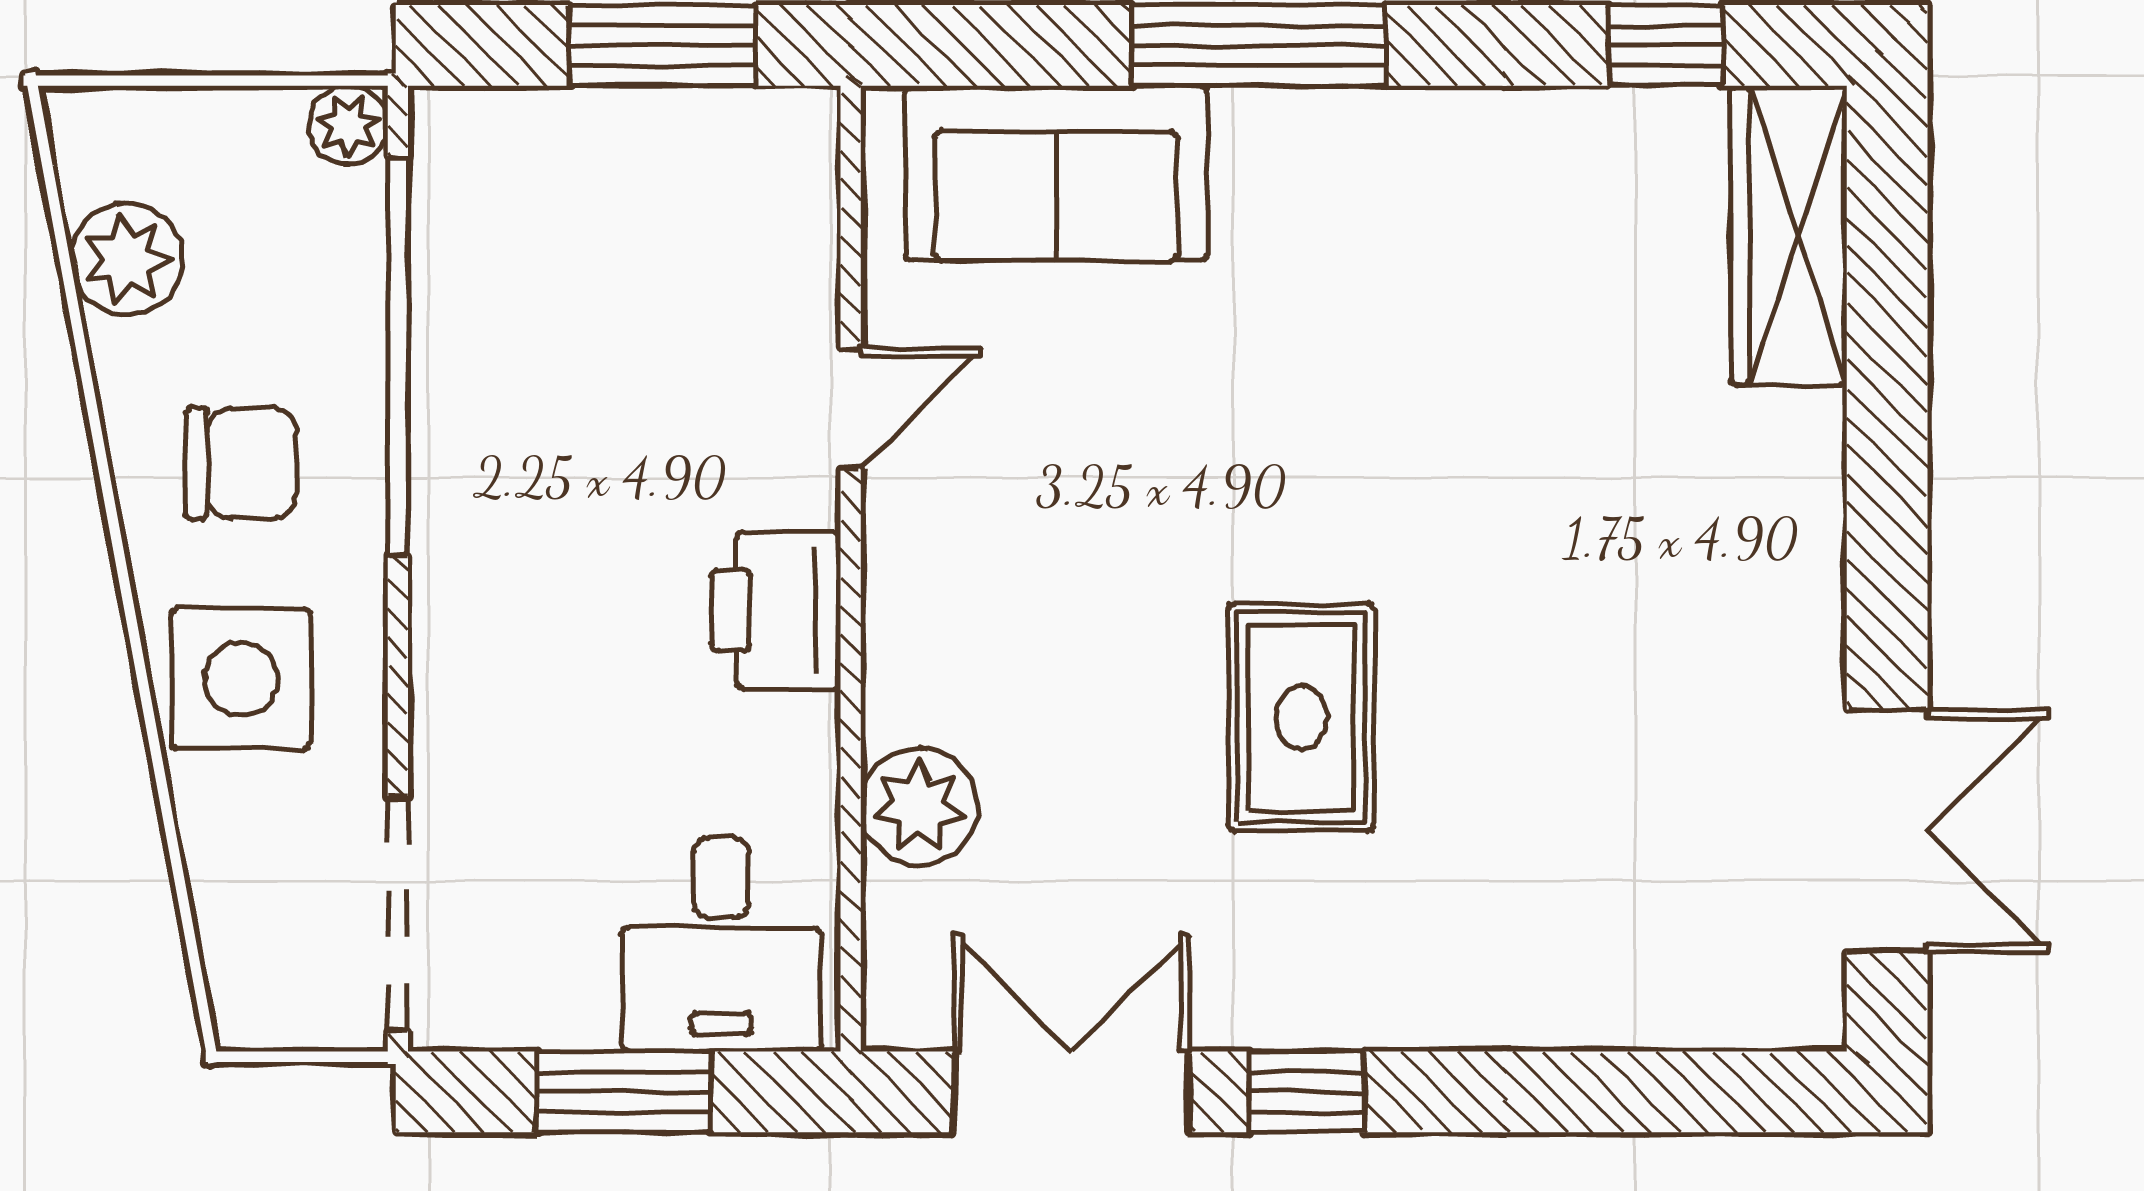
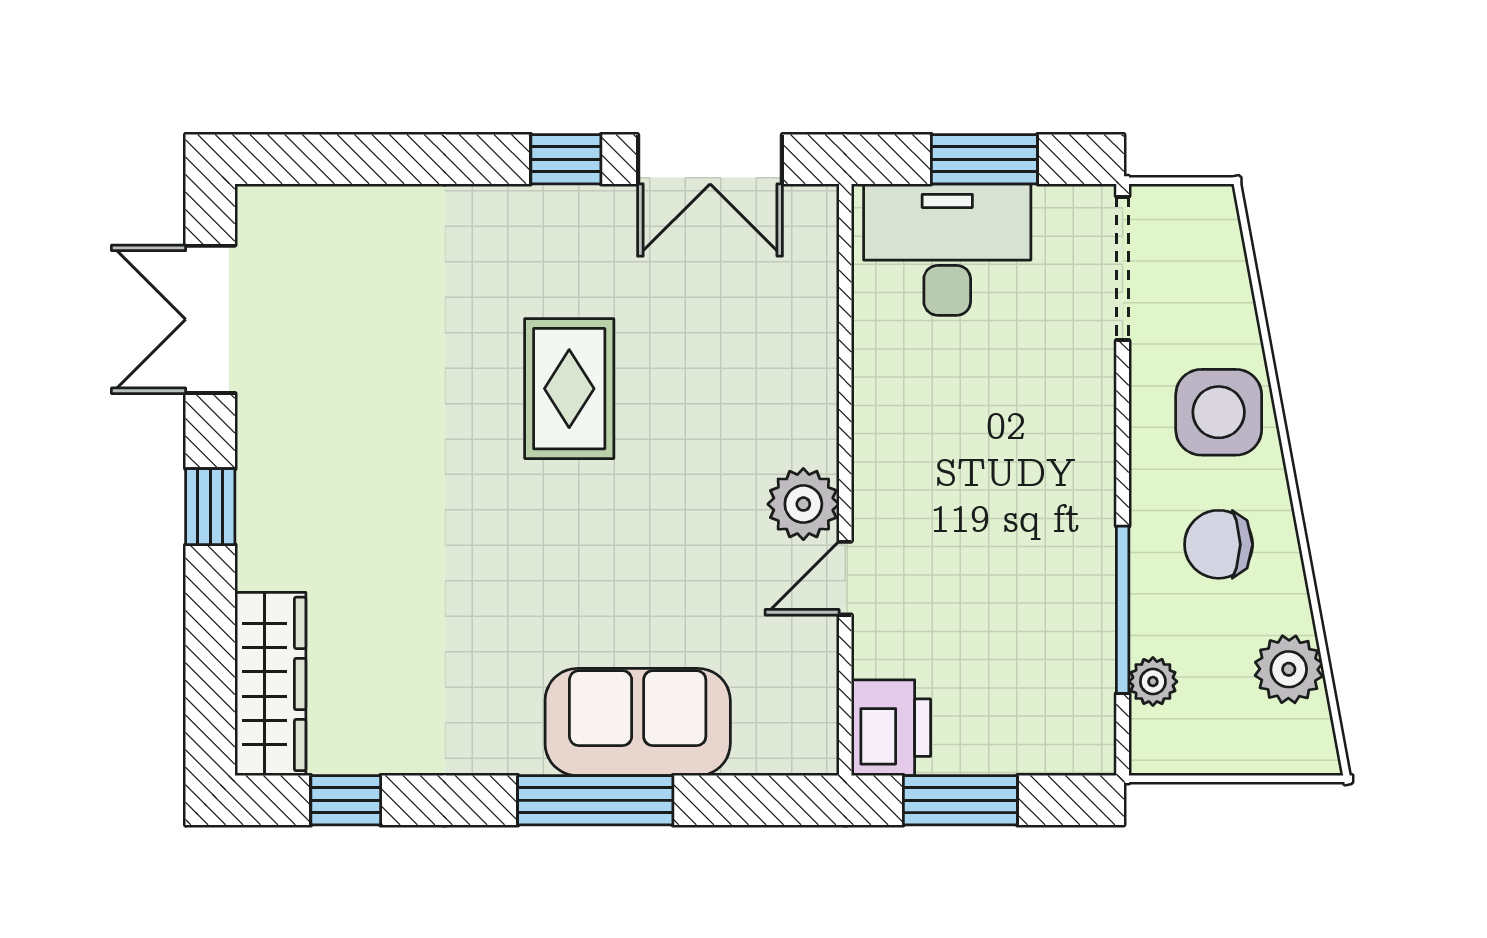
plant: (348, 125) -> (1153, 682), moved
sofa: (1056, 173) -> (638, 722), moved
window: (398, 356) -> (1123, 610), width x0.68
window: (1887, 525) -> (210, 507), added
printer: (776, 610) -> (891, 728), moved
plant: (919, 806) -> (803, 504), moved
desk: (721, 944) -> (947, 250), width x1.37

